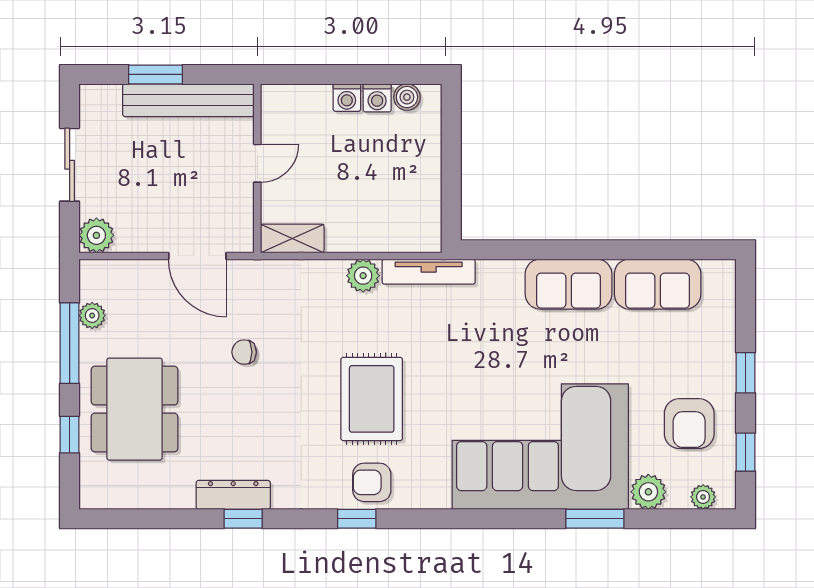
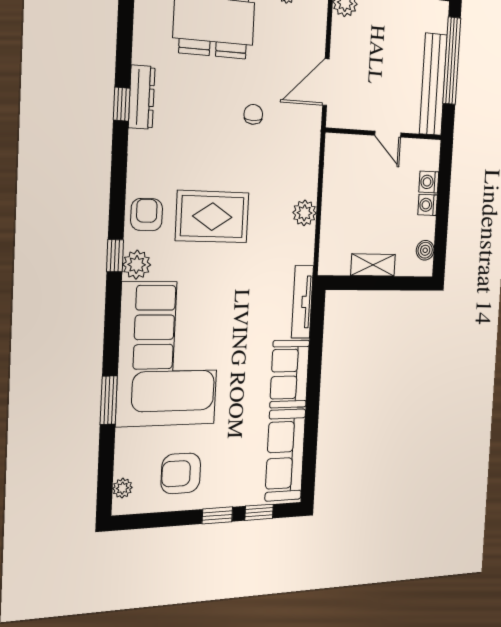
window: (156, 74) -> (452, 61), width x2.11
washing machine: (377, 98) -> (429, 182), moved
shelving: (292, 238) -> (373, 265), moved, turned 90
tv unit: (429, 272) -> (303, 302), moved
sofa: (658, 284) -> (285, 455), width x1.36
window: (745, 452) -> (259, 512), moved
plant: (648, 492) -> (137, 265), moved
window: (357, 519) -> (115, 256), moved

